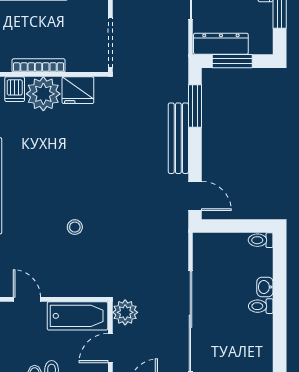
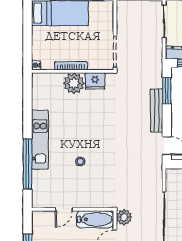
dishwasher: (15, 89) -> (56, 80), removed
stool: (75, 227) -> (80, 161), moved
door: (27, 299) -> (64, 209), swing flipped

